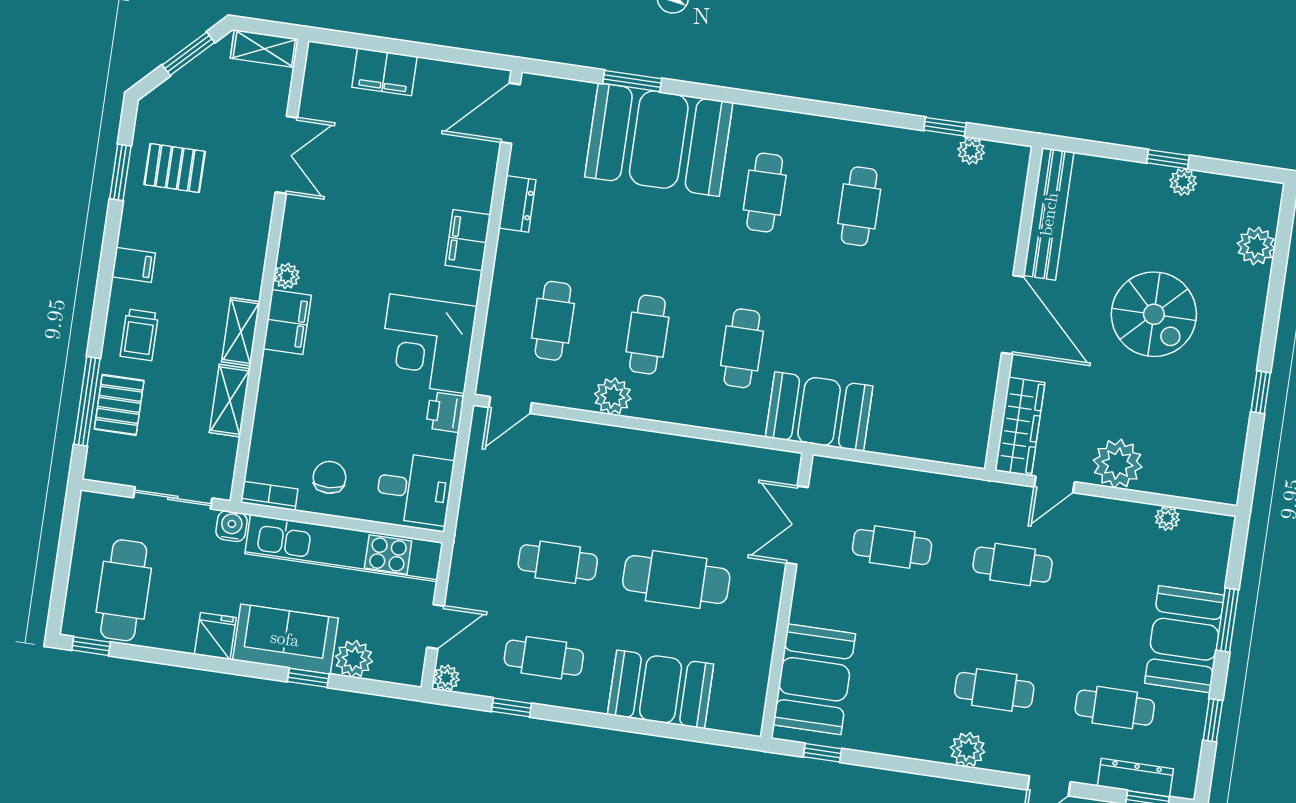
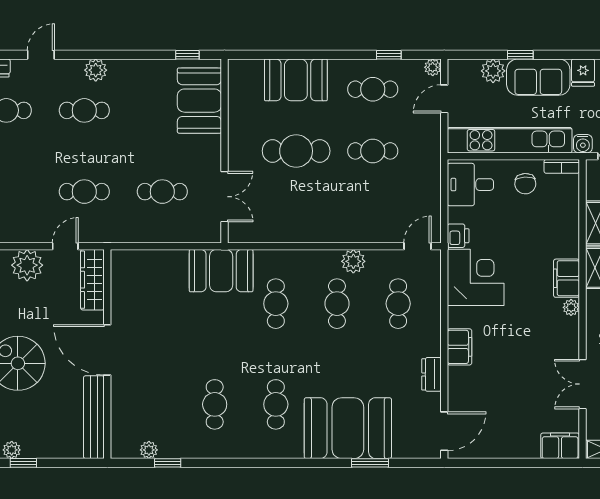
filing cabinet: (384, 72) -> (560, 446), moved

